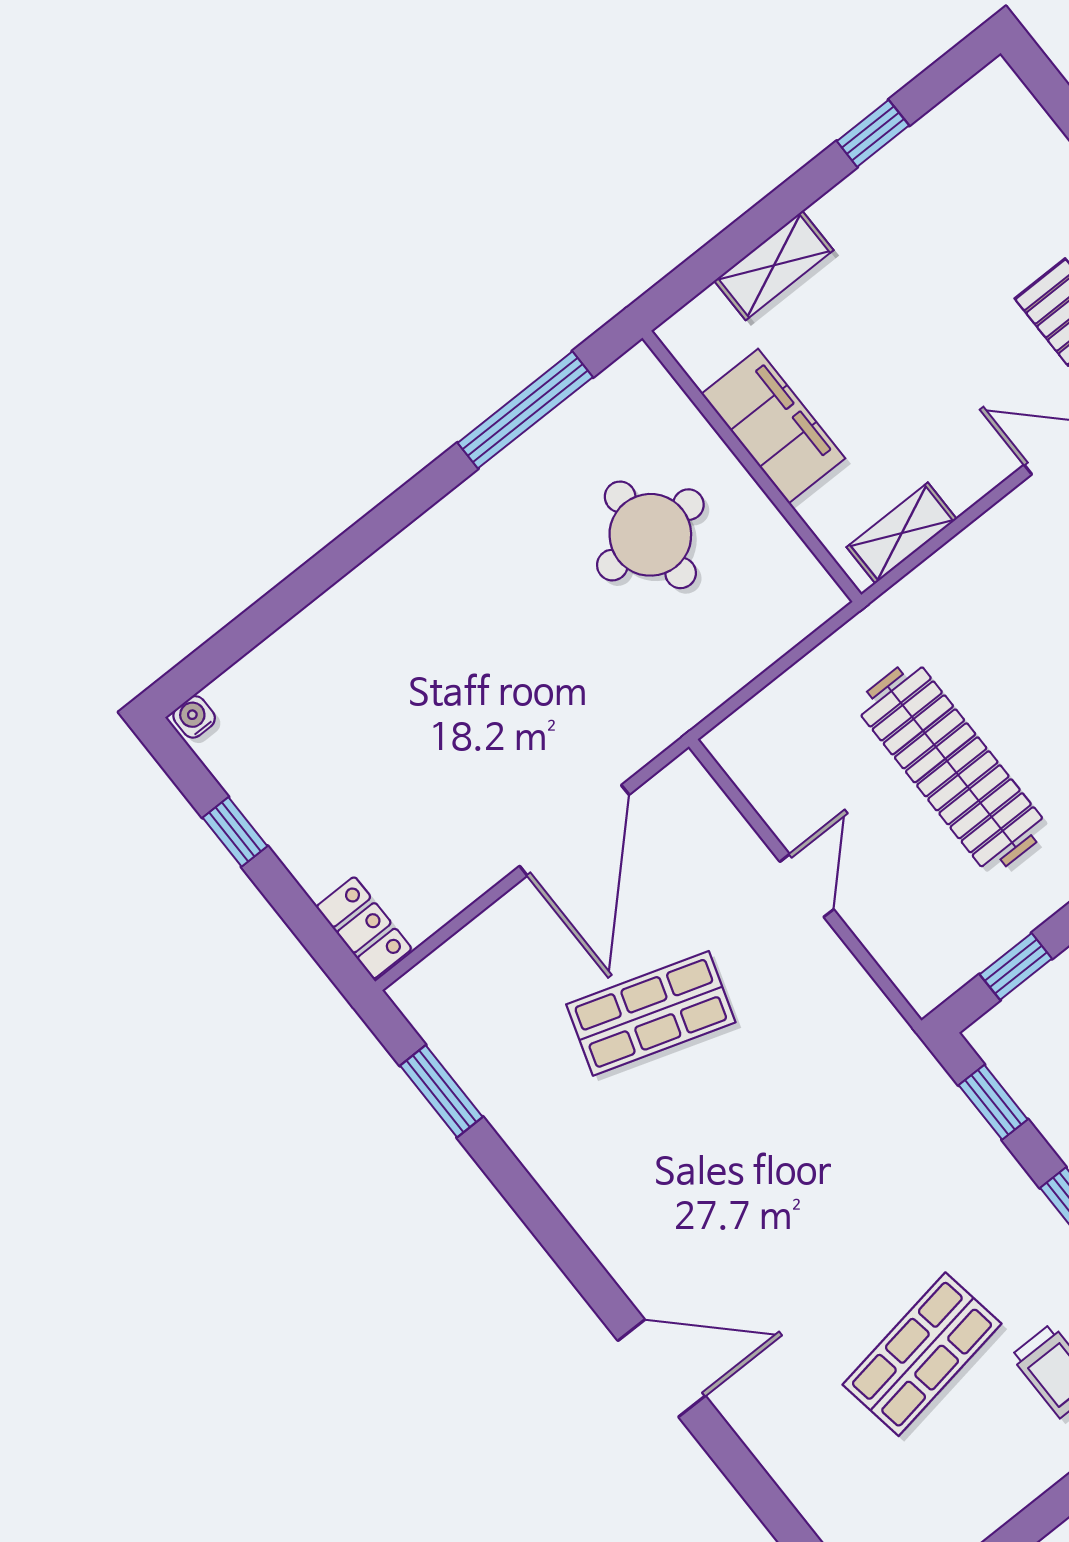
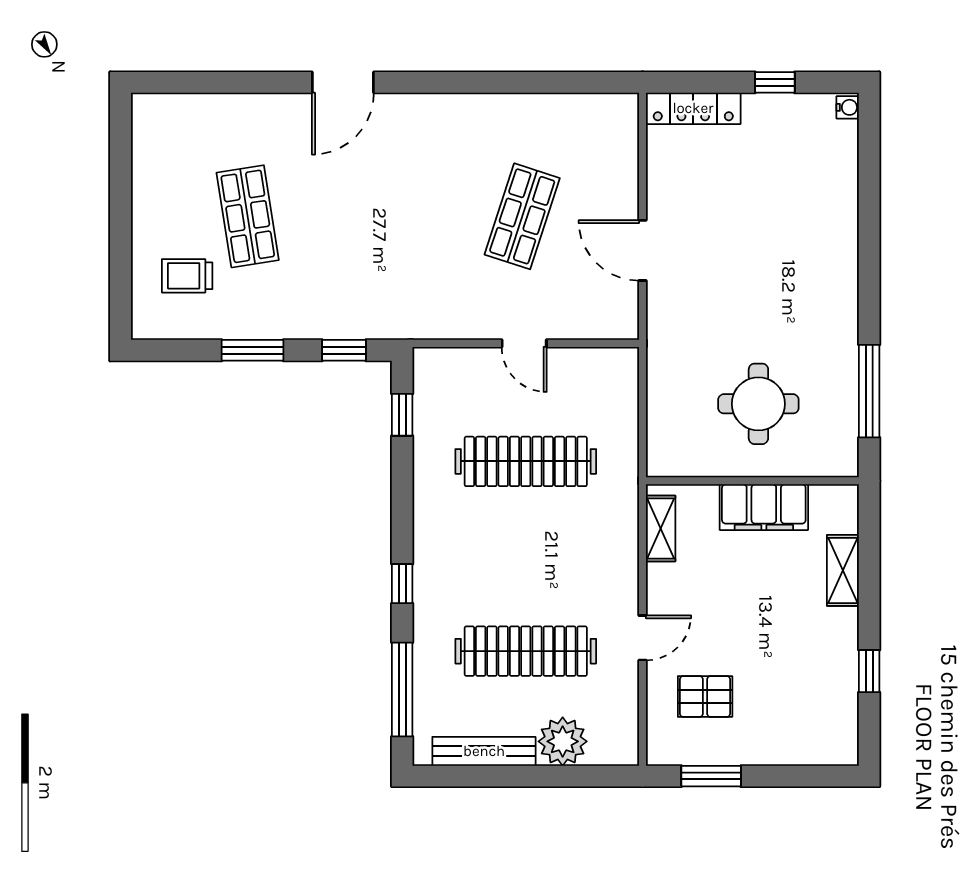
door: (574, 830) -> (642, 250), width x0.73
locker: (364, 928) -> (693, 108), width x1.53
window: (441, 1091) -> (566, 82), removed

